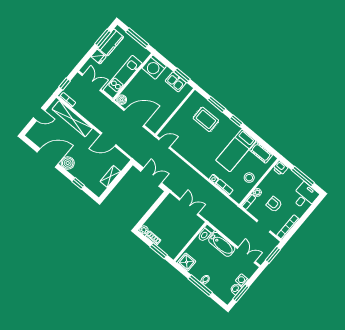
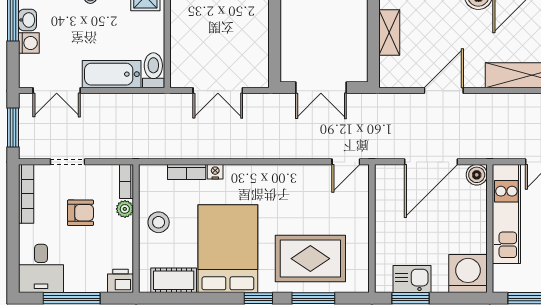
rug: (206, 119) -> (310, 259), width x1.36, depth x1.43
bed: (236, 150) -> (228, 249), width x1.50

